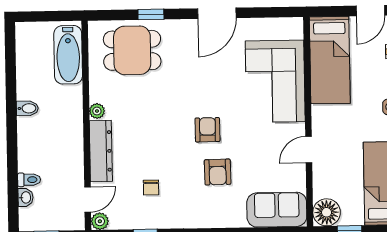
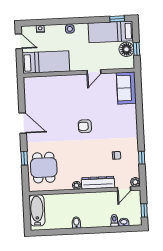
bathtub: (68, 55) -> (37, 210), moved, turned -90
corner sofa: (275, 81) -> (58, 91), removed
door: (309, 150) -> (94, 72), hinge flipped
armchair: (218, 172) -> (107, 120), removed
door: (88, 200) -> (124, 189), swing flipped
floor lamp: (327, 212) -> (126, 49), moved

